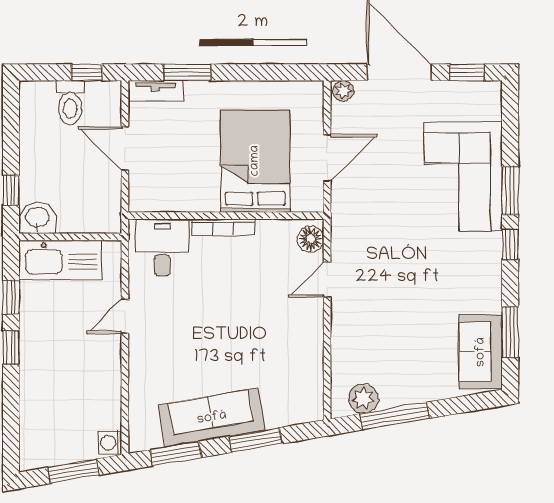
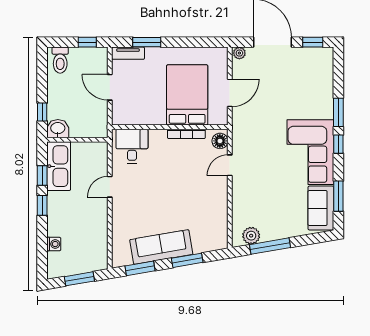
toilet: (70, 103) -> (60, 60), moved
corner sofa: (463, 176) -> (310, 152), moved
bookcase: (223, 227) -> (186, 134), moved
kitchen sink: (60, 260) -> (59, 166), moved, turned -90
washing machine: (110, 443) -> (54, 244), moved, turned 180

